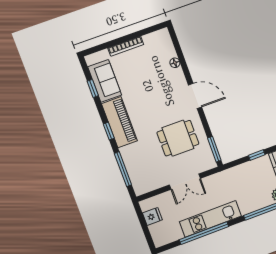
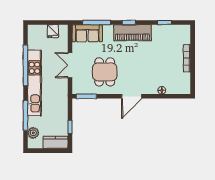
sofa: (105, 81) -> (87, 33), moved
kitchen unit: (210, 219) -> (34, 83), width x1.36

